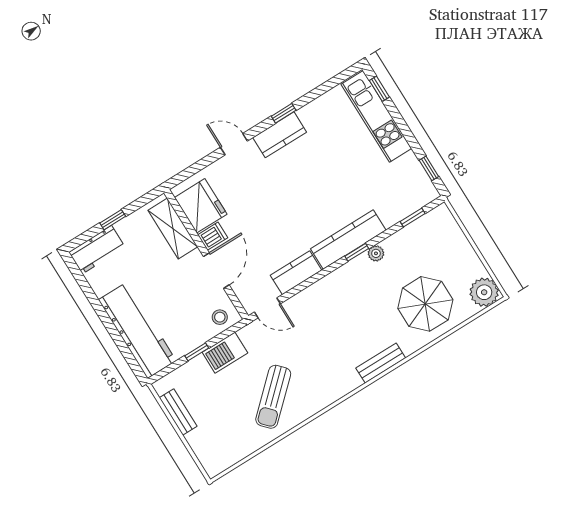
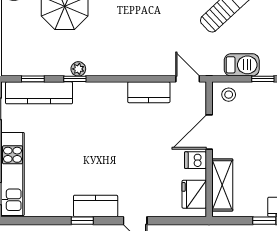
fridge: (201, 206) -> (194, 194), width x0.73, depth x0.75
kitchen counter: (348, 239) -> (39, 93), moved
window: (357, 252) -> (75, 79), moved

